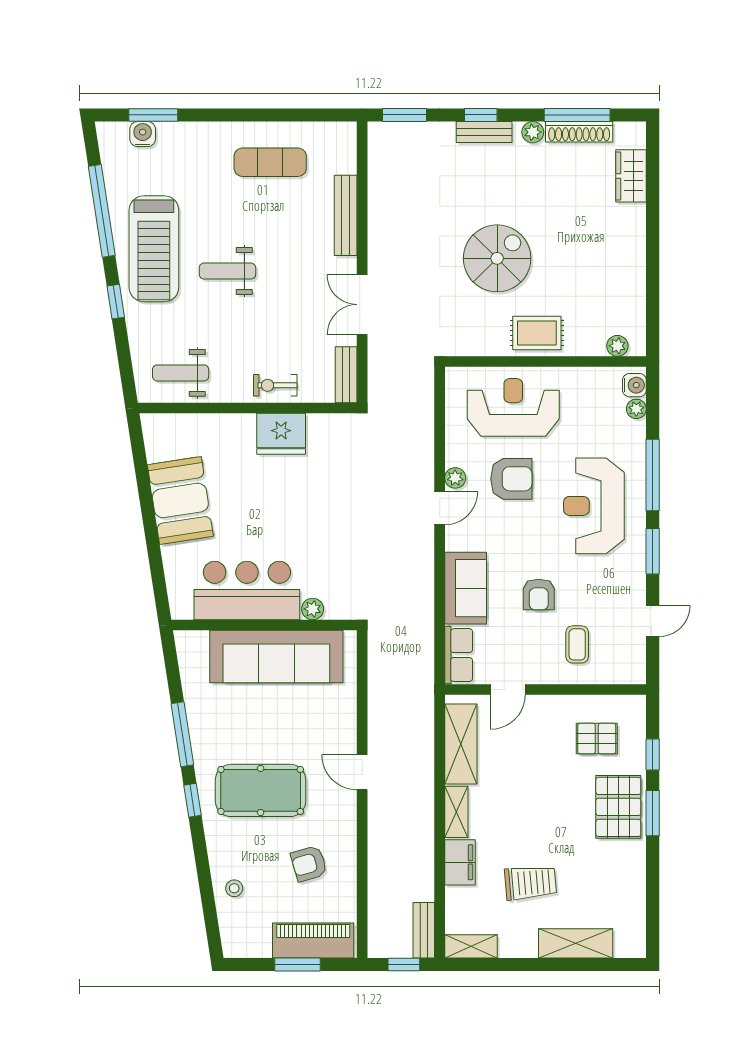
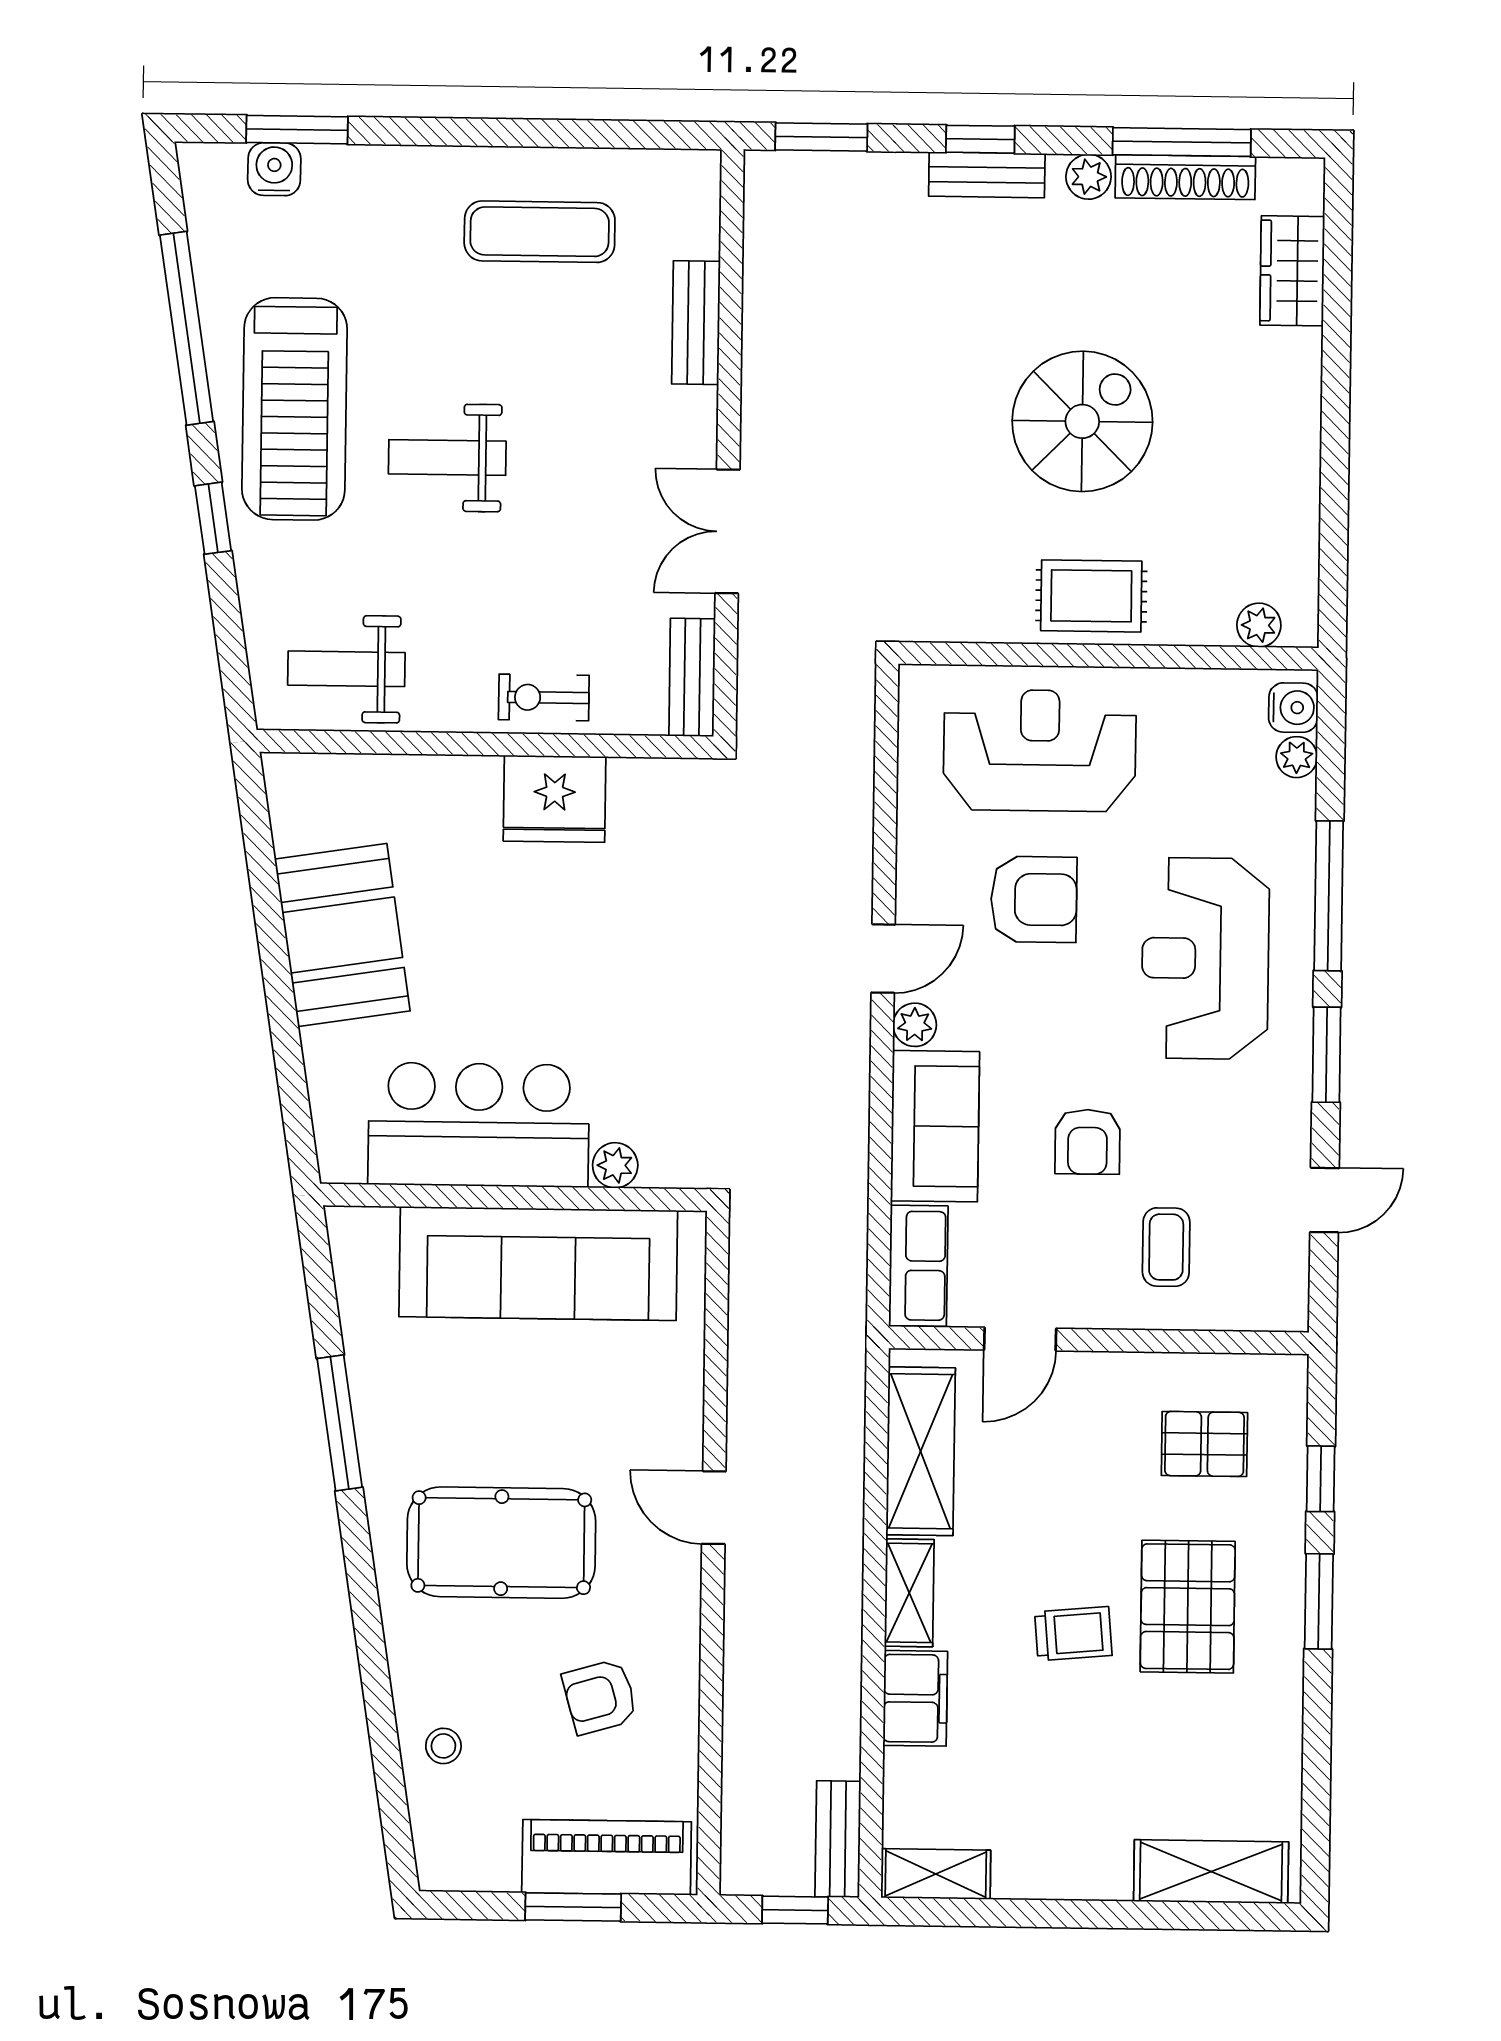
bench: (346, 215) -> (696, 323), width x0.73
spiral stairs: (497, 258) -> (1082, 421), moved
plant: (455, 478) -> (915, 1025), moved
window: (193, 800) -> (359, 1561), removed
pallet: (618, 807) -> (1188, 1607), moved
trolley: (531, 883) -> (1073, 1634), moved, width x0.73, depth x0.72
shelving: (576, 943) -> (1211, 1872), moved

